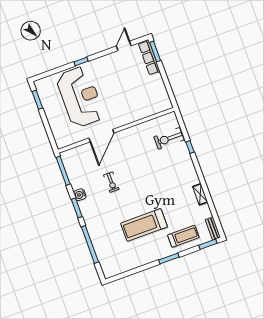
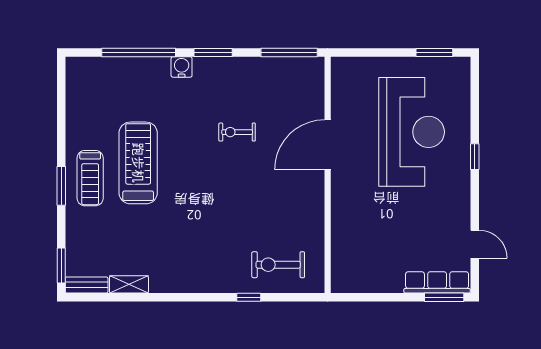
reception desk: (80, 97) -> (412, 132), turned -90
door: (101, 136) -> (328, 145), hinge flipped
exercise bike: (169, 138) -> (278, 265), turned -90
shelving: (200, 194) -> (129, 284), moved
water cooler: (80, 195) -> (182, 67), moved
treadmill: (183, 236) -> (90, 178), moved

